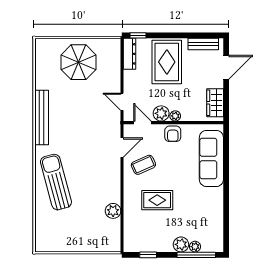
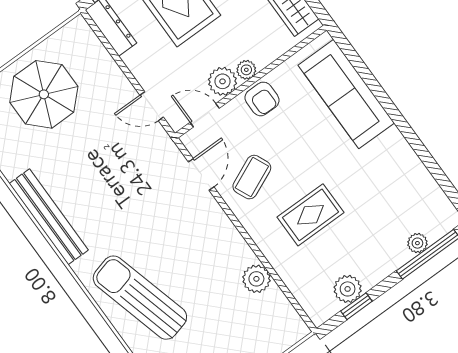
plant: (181, 244) -> (348, 289), moved

